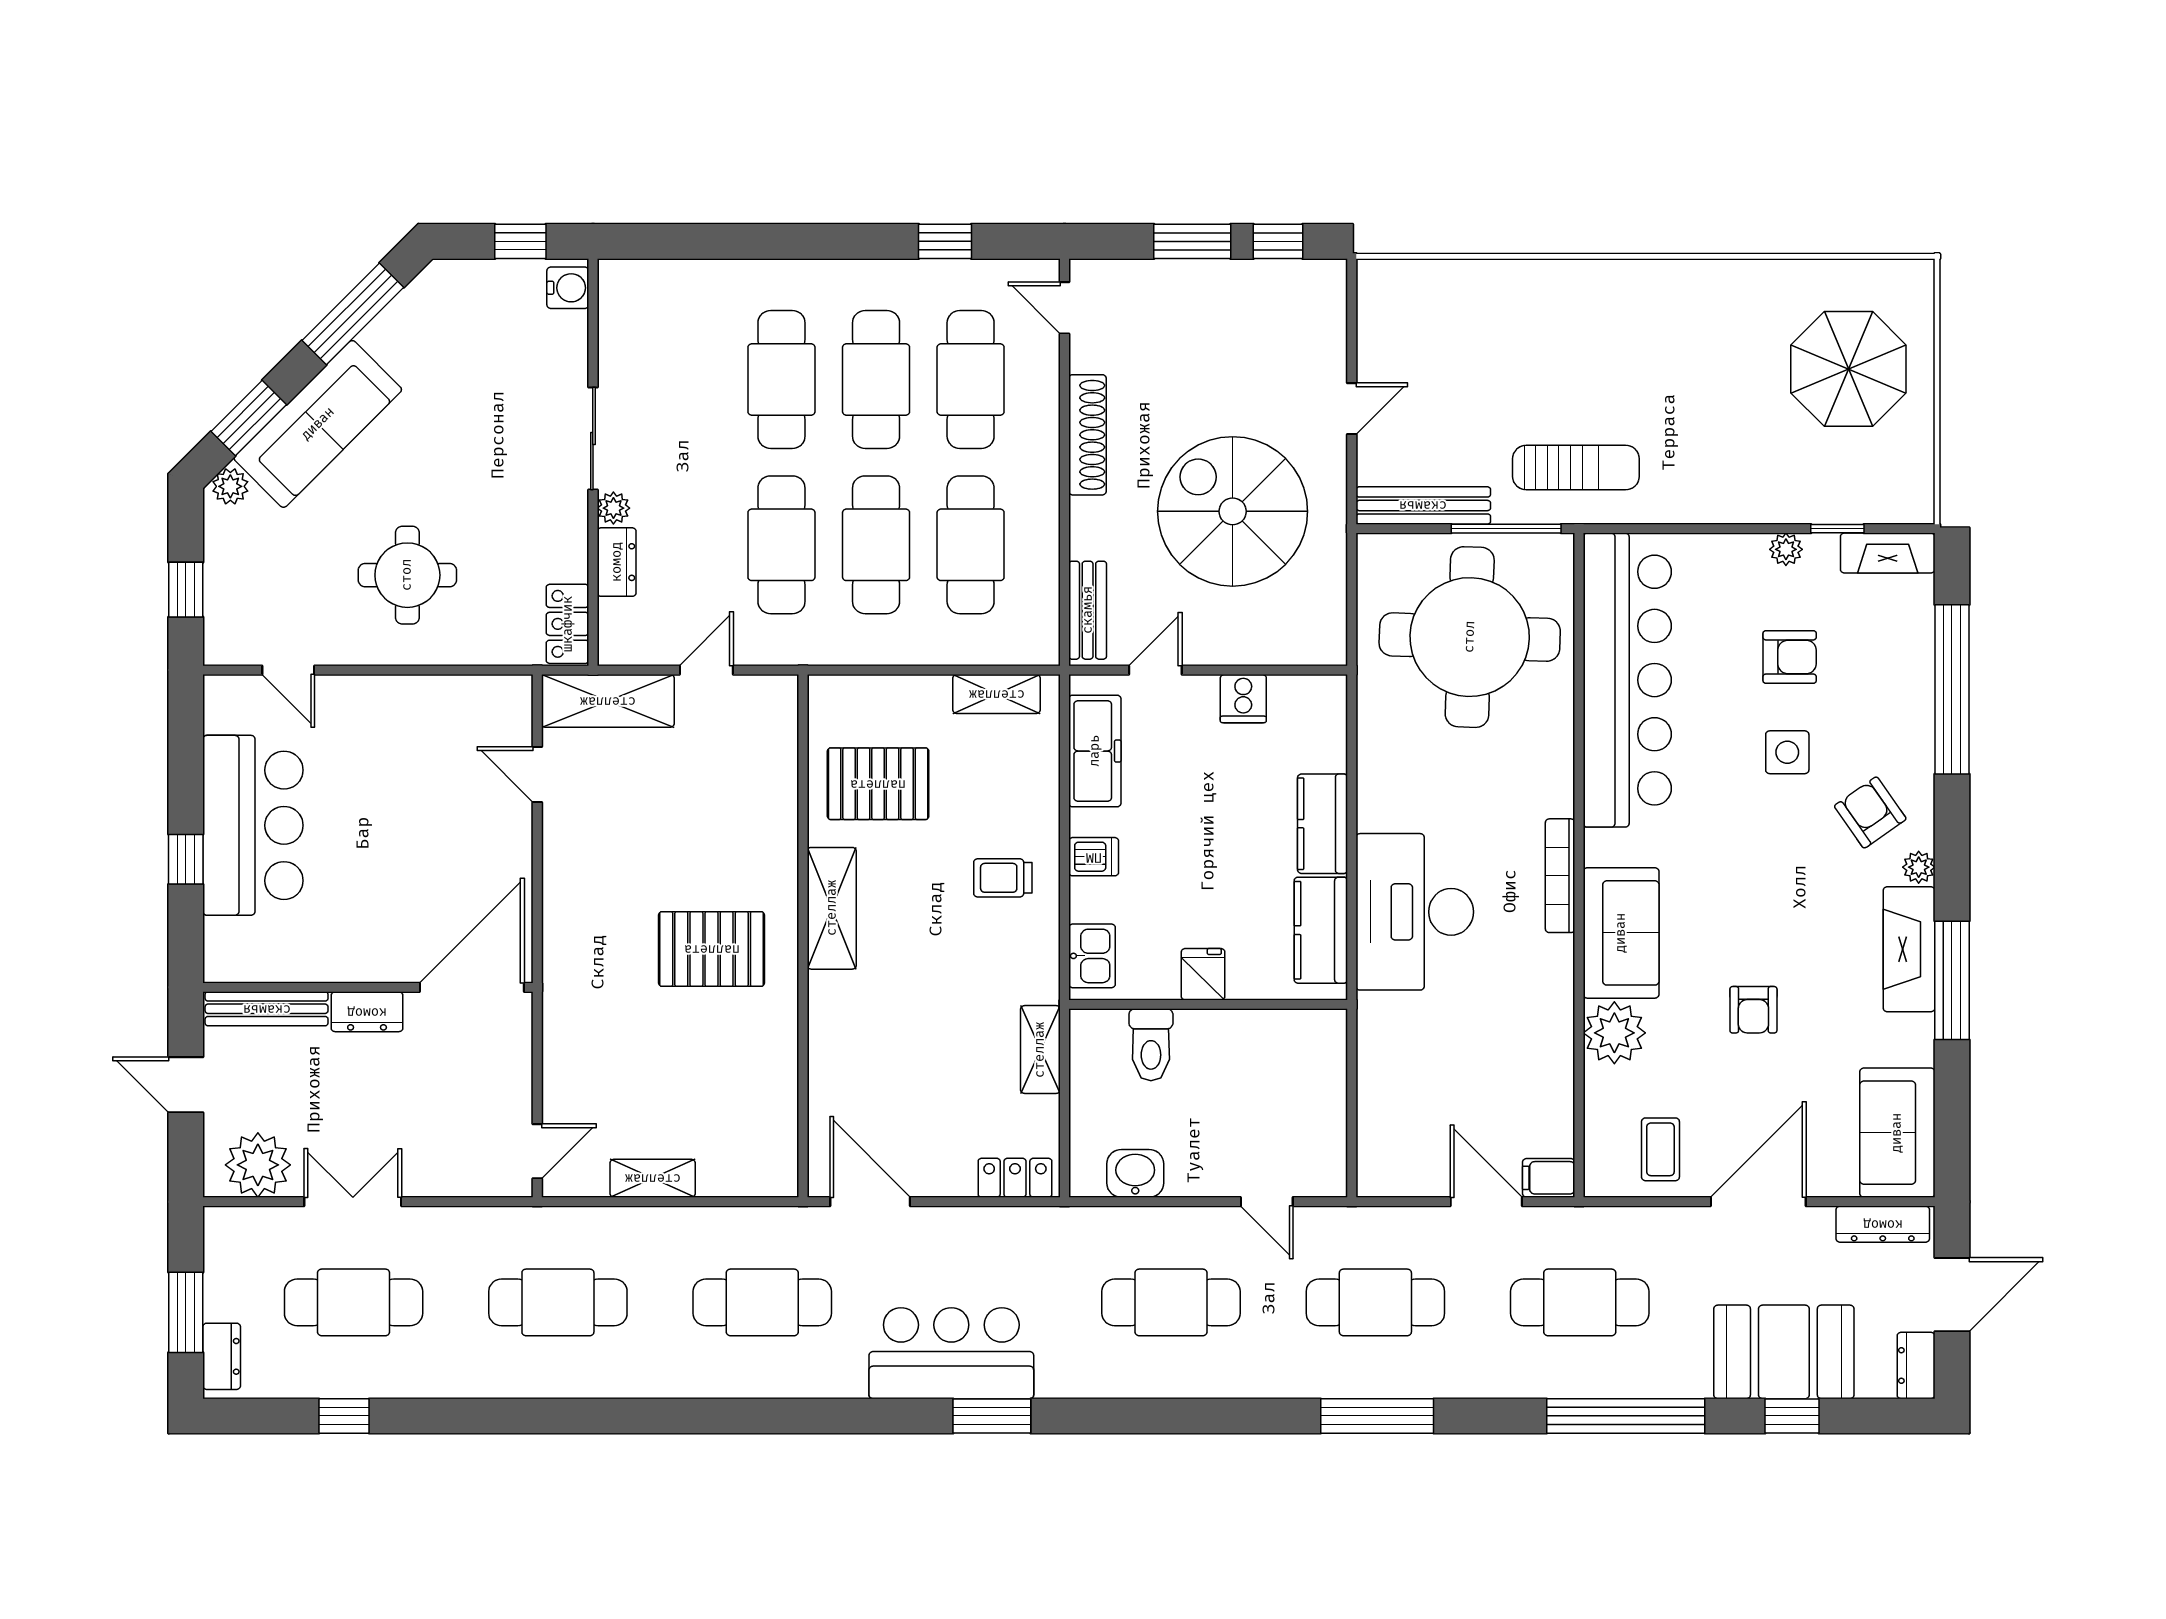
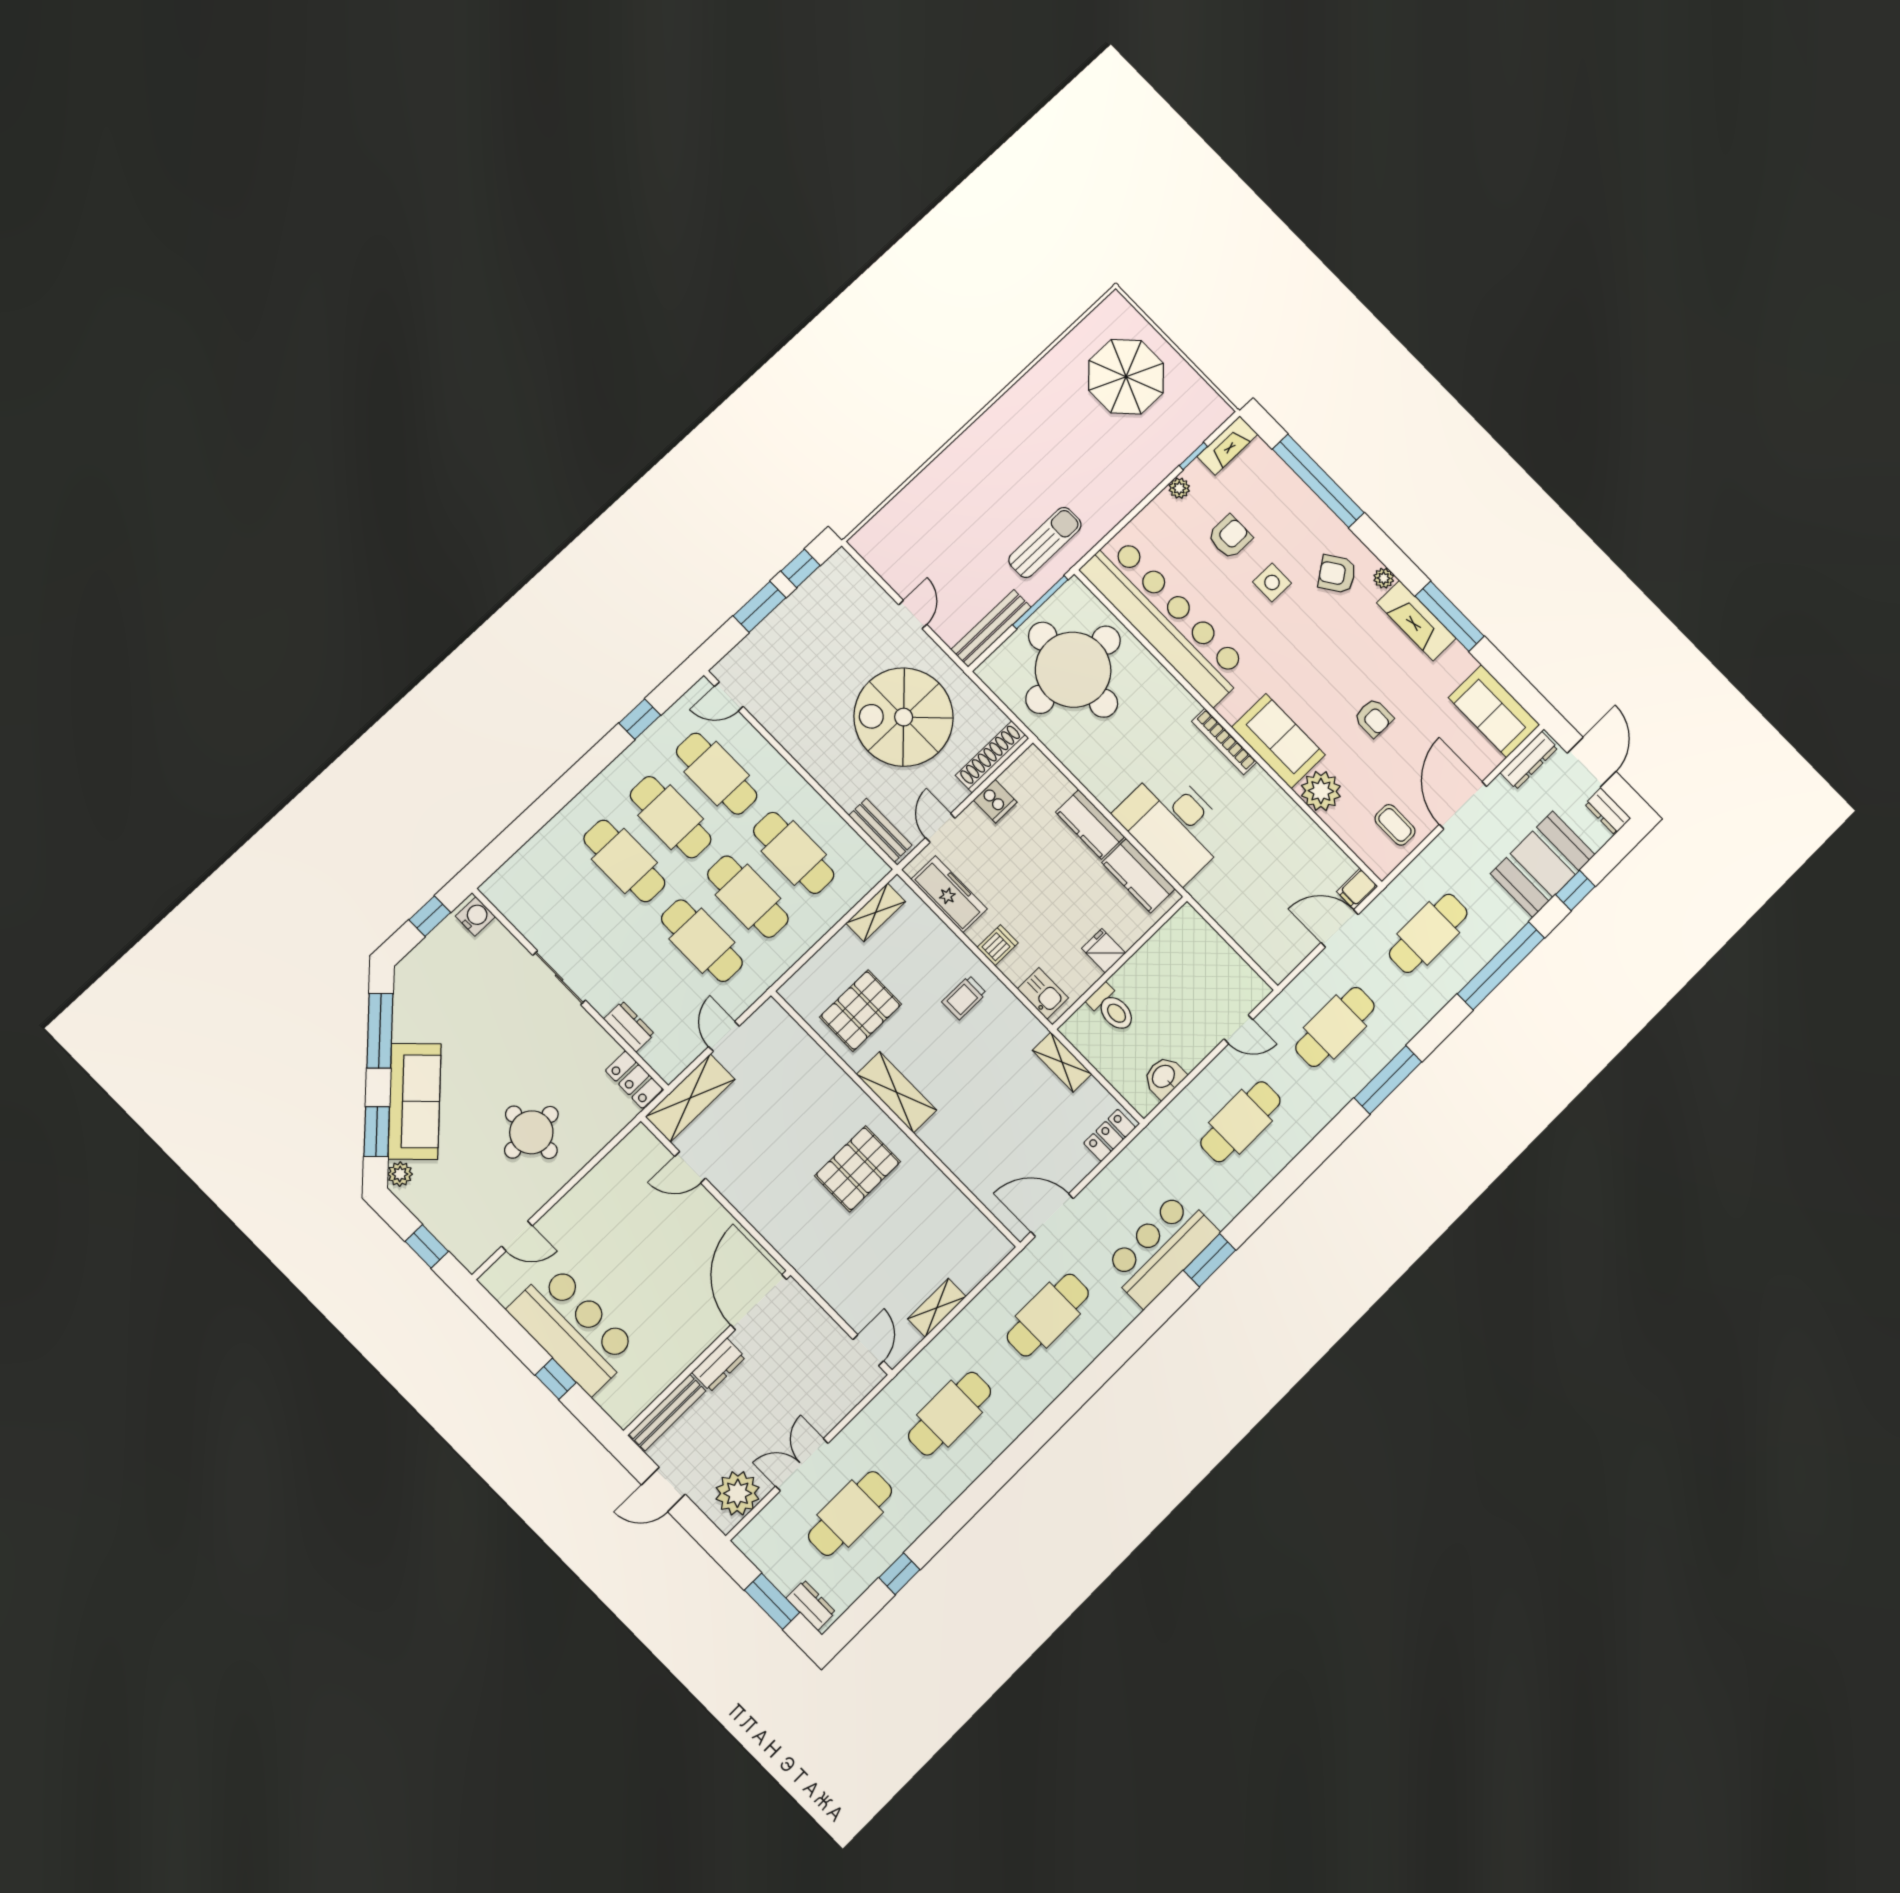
shoe rack: (1087, 435) -> (992, 757), moved, turned -90
plant: (613, 508) -> (602, 1002), removed

